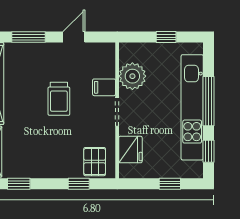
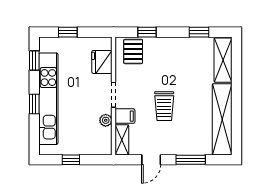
shelving: (108, 60) -> (122, 140), added
plant: (132, 76) -> (106, 120), width x0.53, depth x0.53
trolley: (59, 99) -> (164, 106), turned 180
window: (208, 101) -> (34, 104), width x0.46

